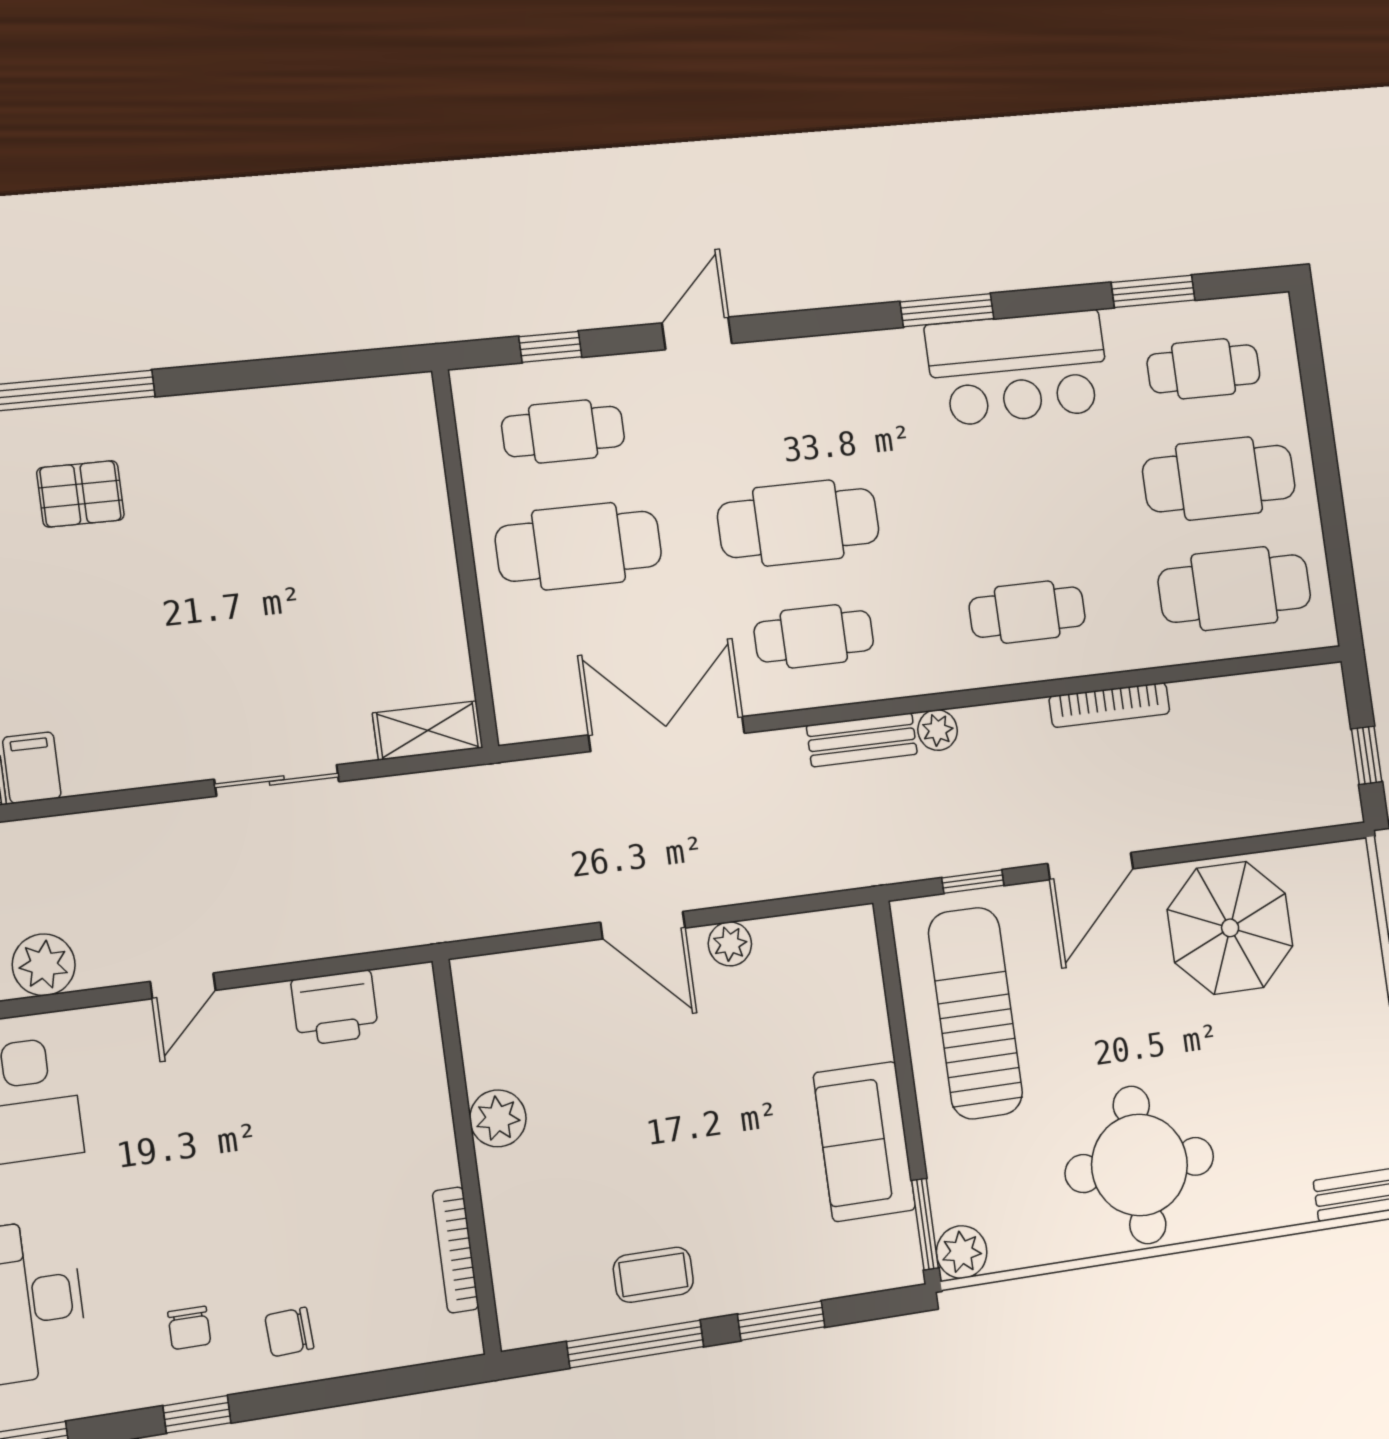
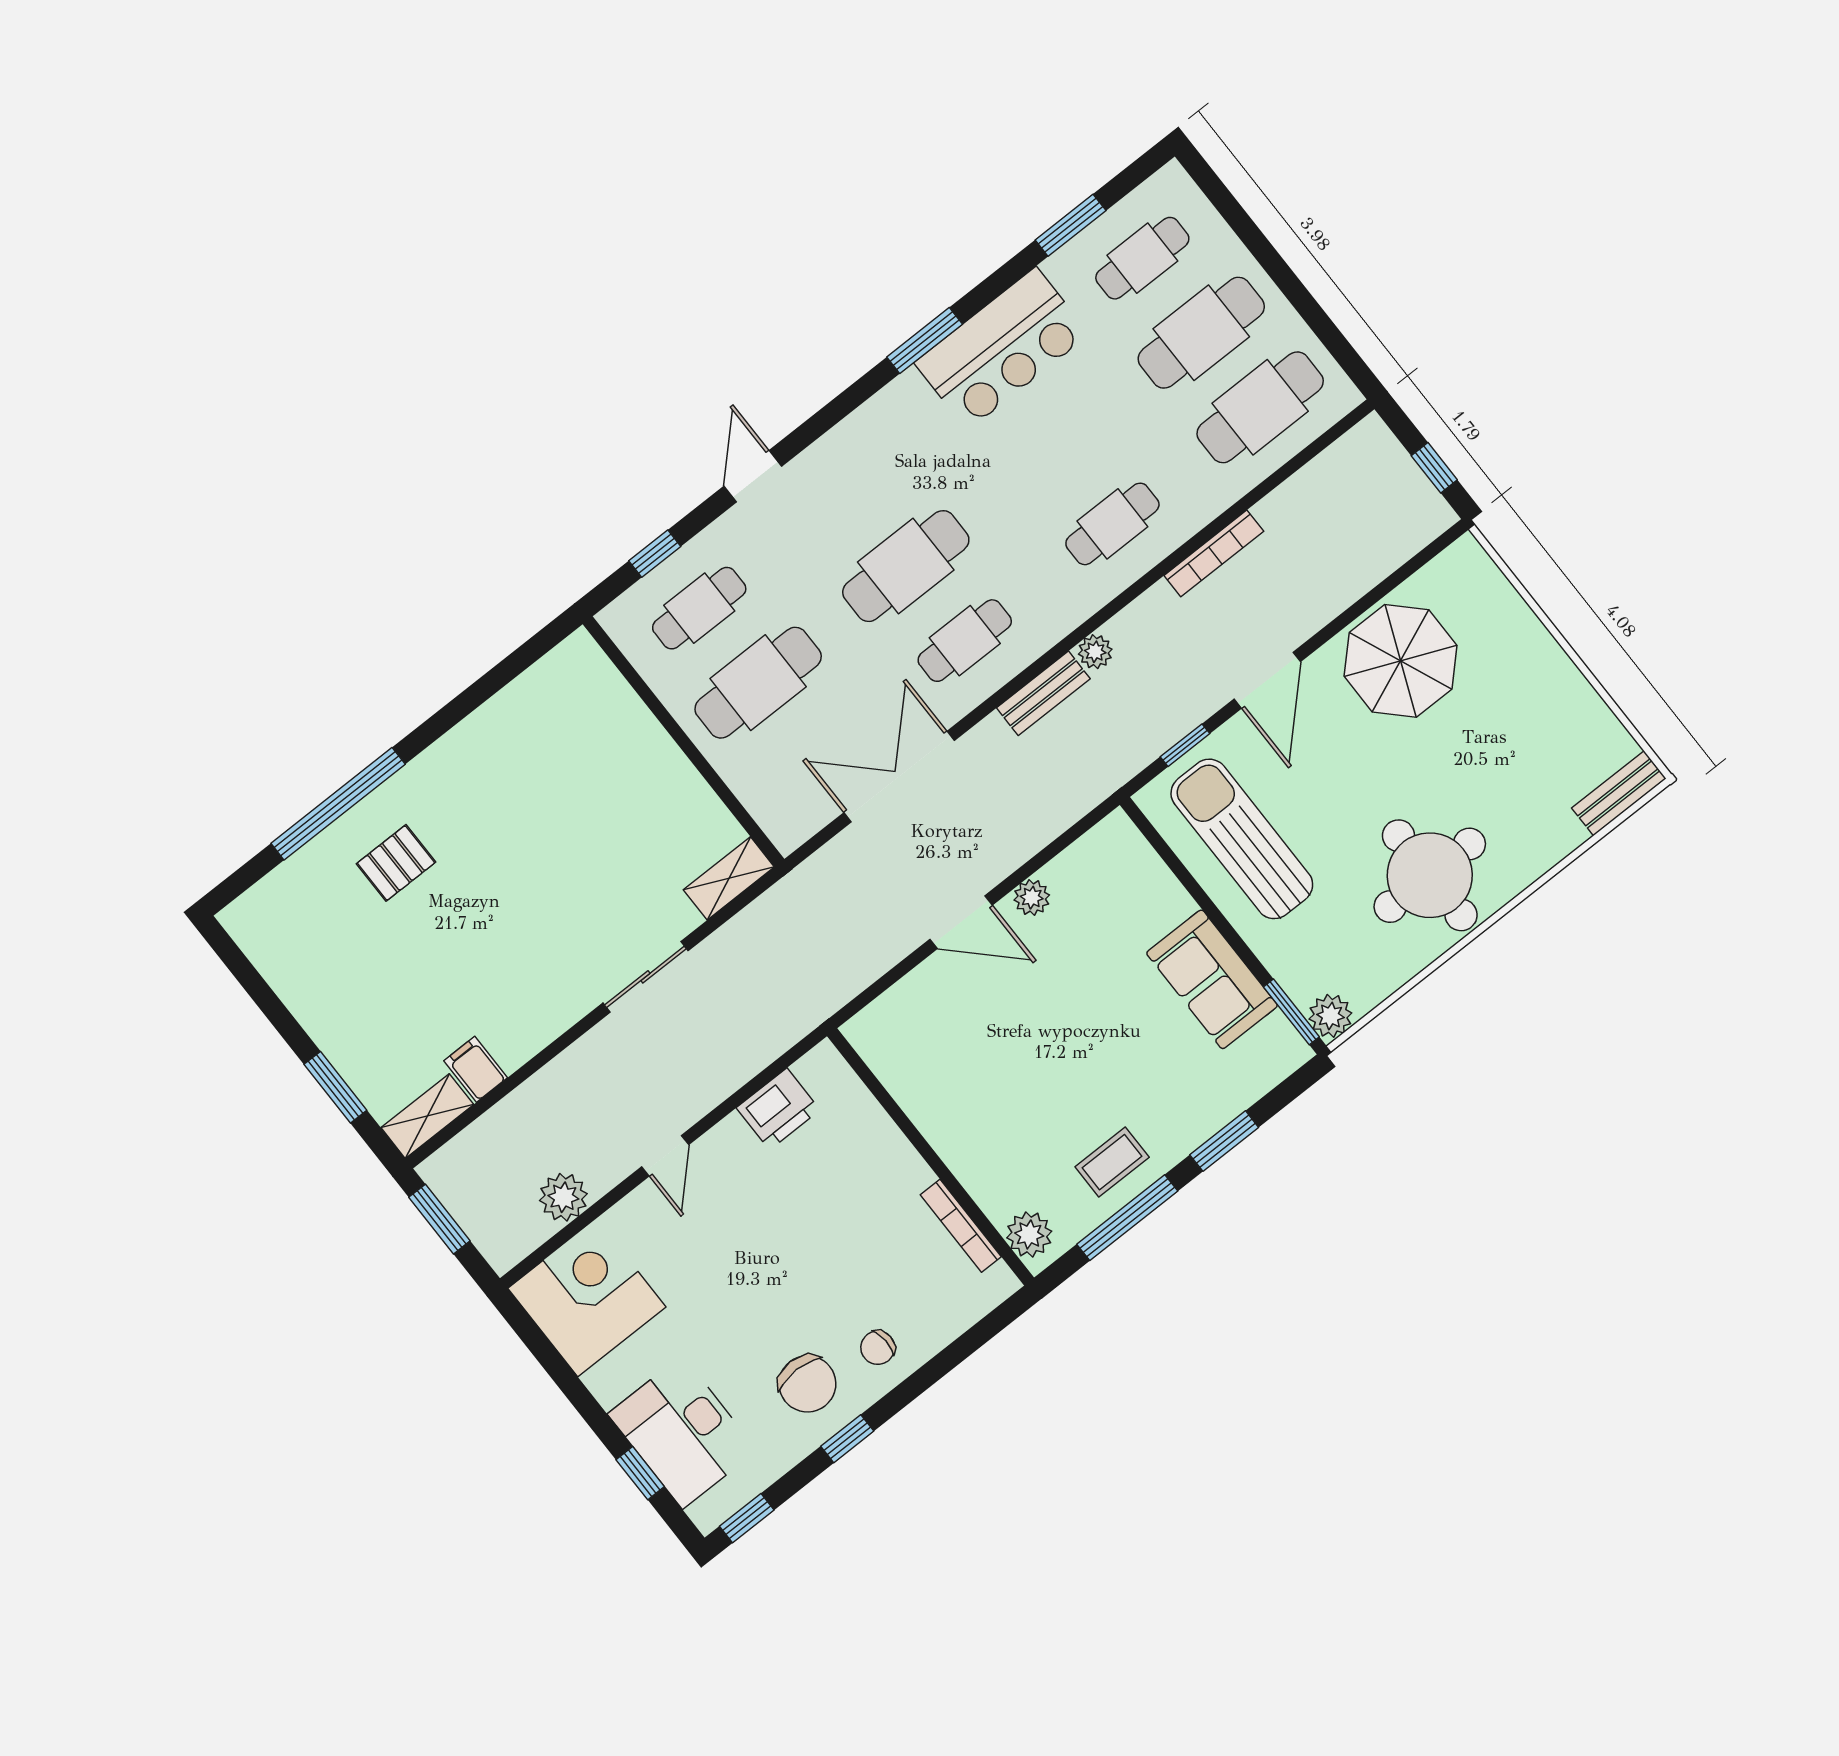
plant: (498, 1118) -> (1029, 1234), moved
chair: (189, 1328) -> (807, 1384), width x1.87, depth x1.87

